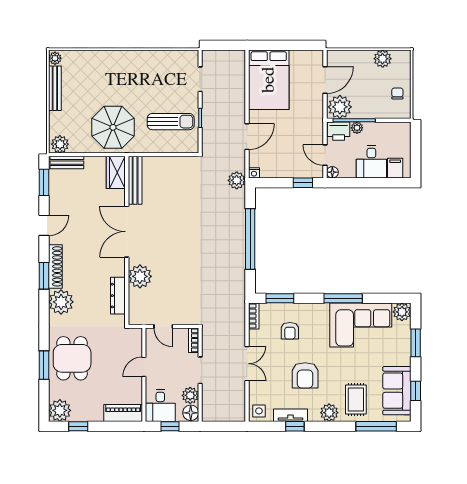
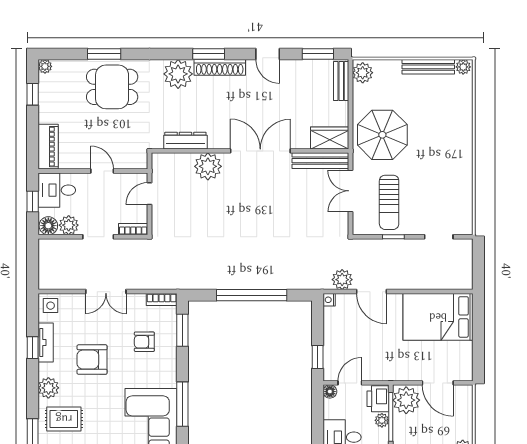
double door: (161, 155) -> (350, 191), added
plant: (237, 180) -> (342, 280), moved
plant: (60, 410) -> (45, 66), width x0.53, depth x0.53

